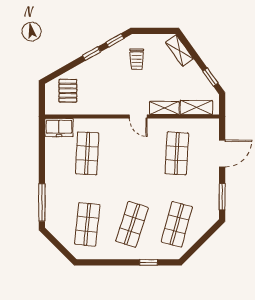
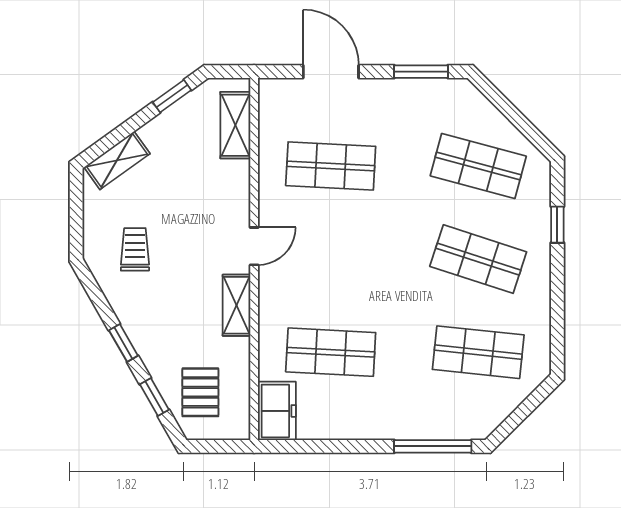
window: (115, 40) -> (154, 397), moved
trolley: (137, 59) -> (135, 249), turned -90
pallet: (68, 91) -> (200, 392), turned 90
shelving: (164, 108) -> (236, 305), moved

